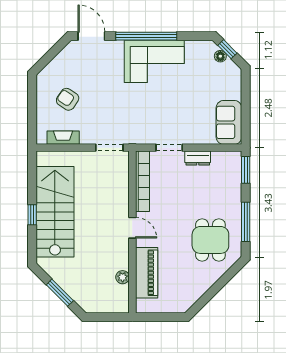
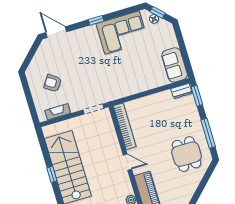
window: (146, 36) -> (96, 20), width x0.32
corner sofa: (154, 61) -> (122, 32), moved
doorway: (169, 148) -> (137, 96), removed
dresser: (198, 158) -> (182, 91), moved

